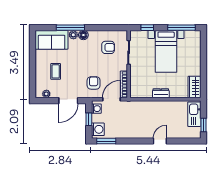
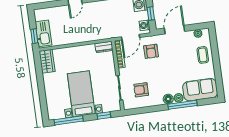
coffee table: (56, 71) -> (203, 55), moved
dresser: (161, 93) -> (104, 47), moved
window: (203, 125) -> (34, 36), moved

